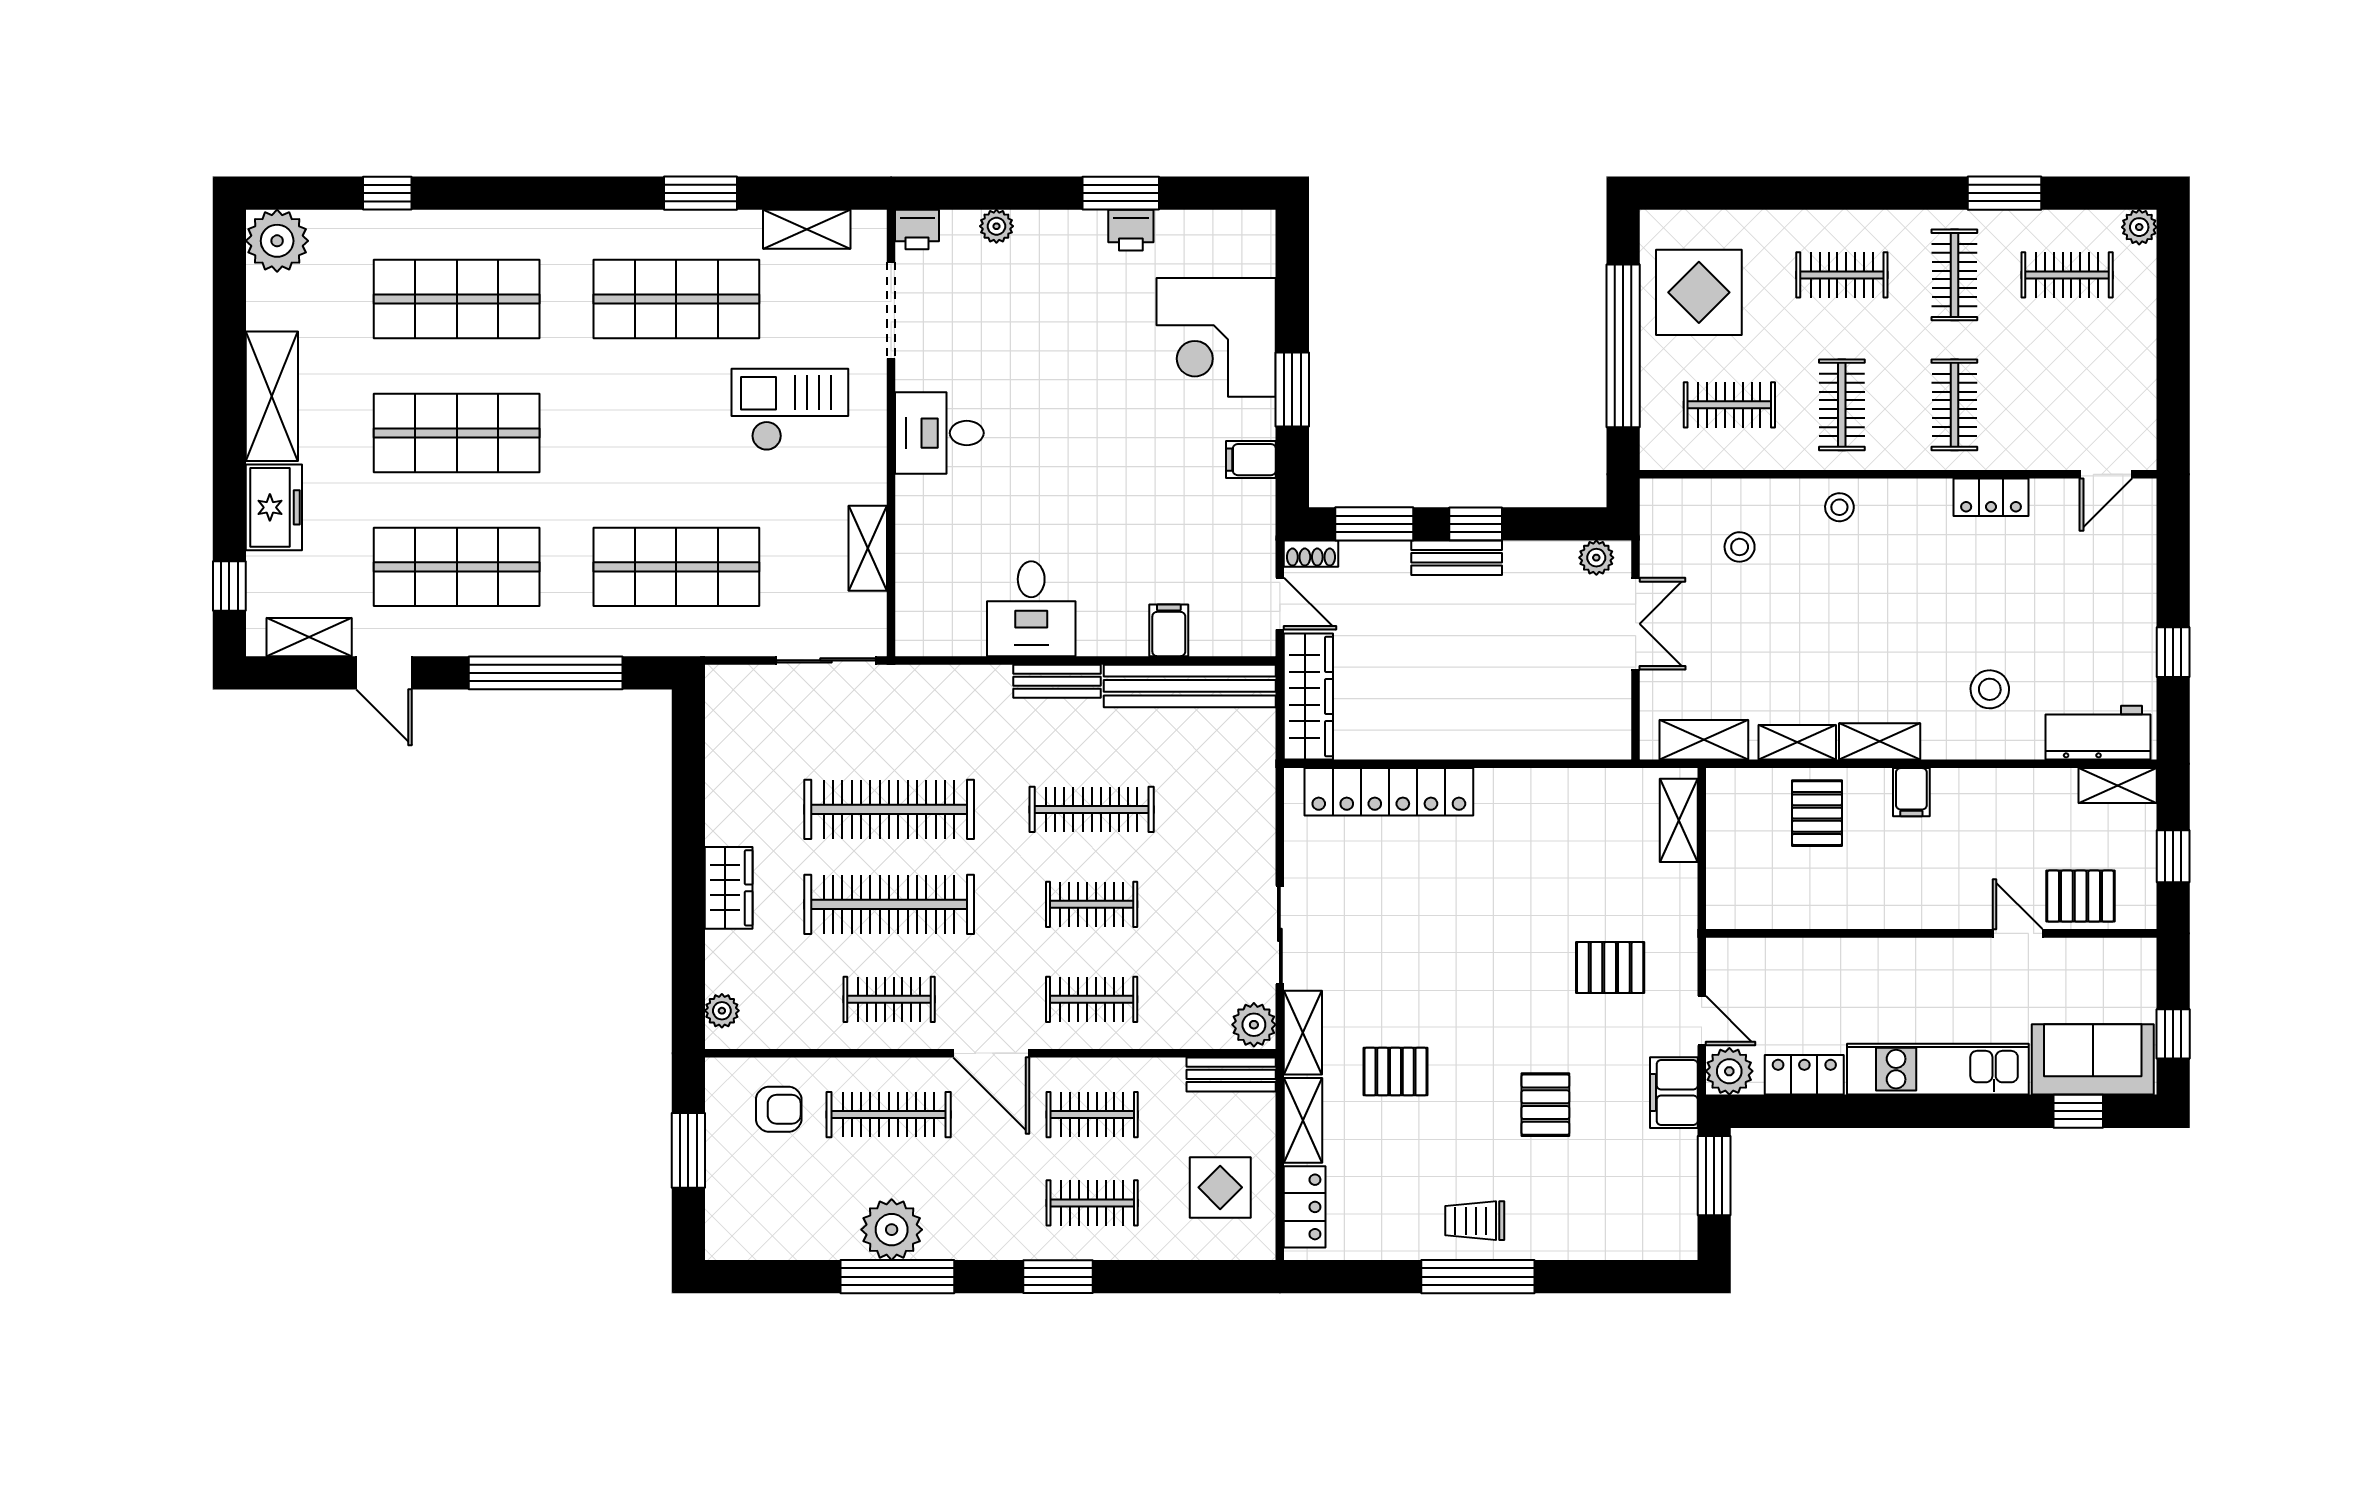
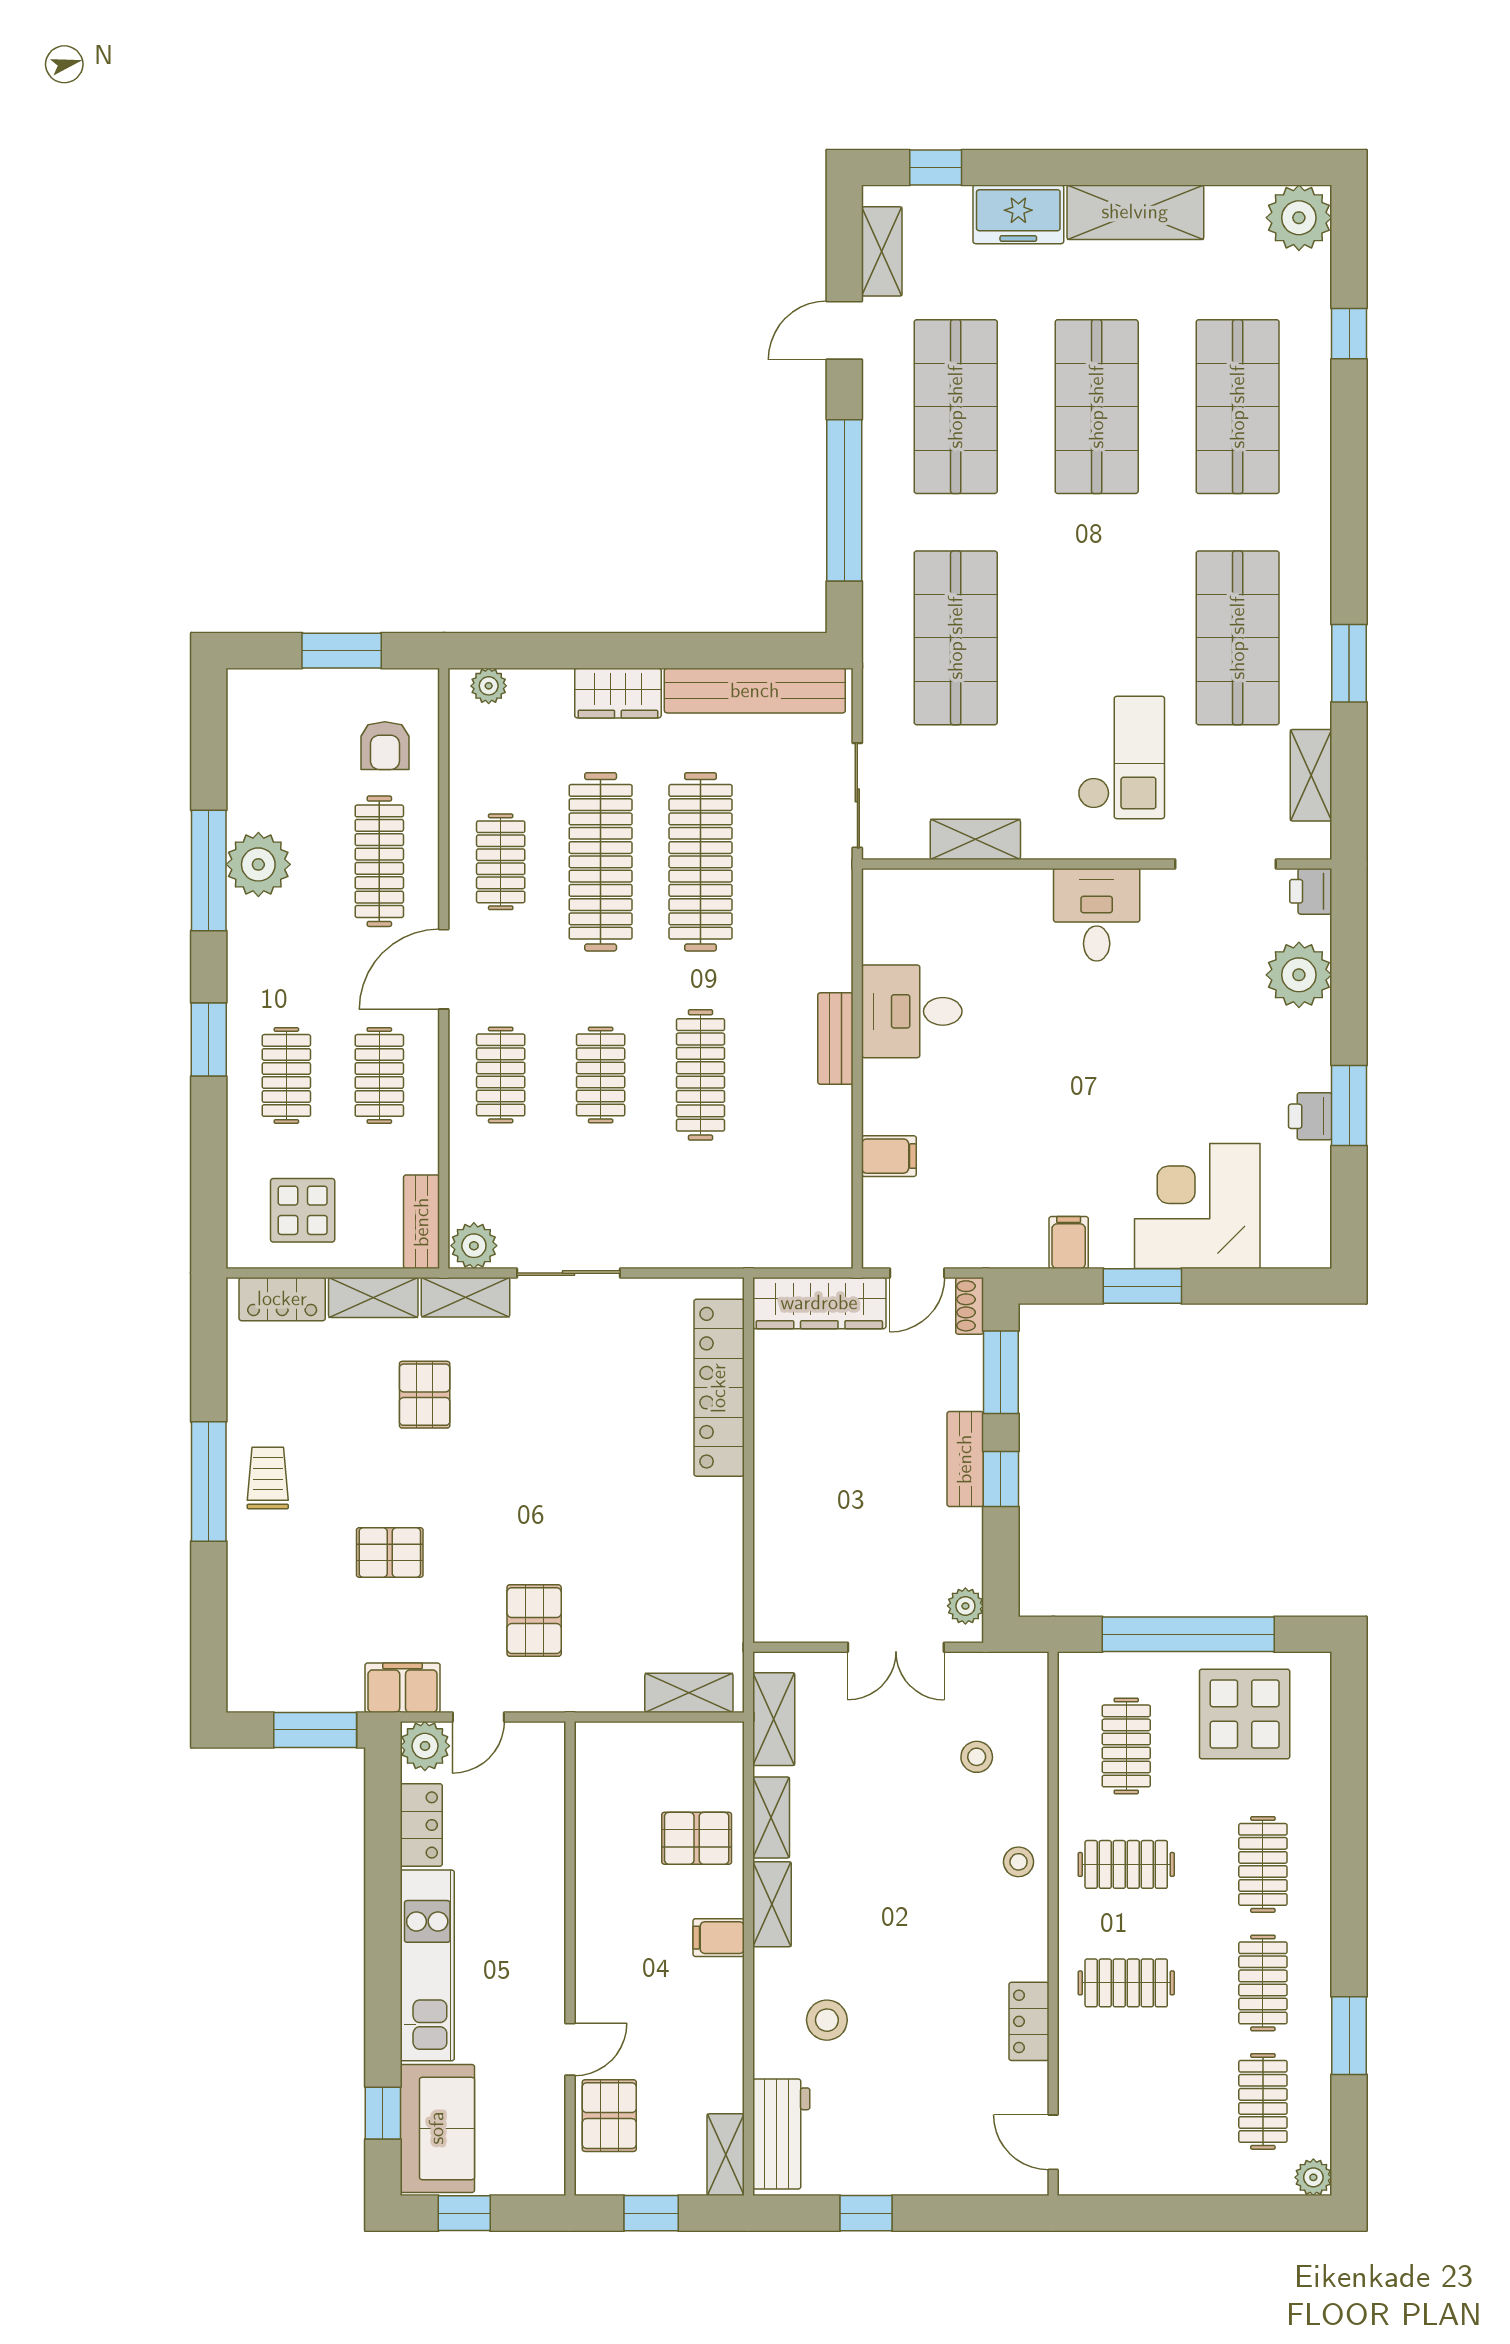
plant: (996, 226) -> (1299, 975), width x1.88, depth x1.88
clothes rail: (1954, 275) -> (1263, 1983), turned 90
bench: (1190, 686) -> (755, 691), moved, turned 90

